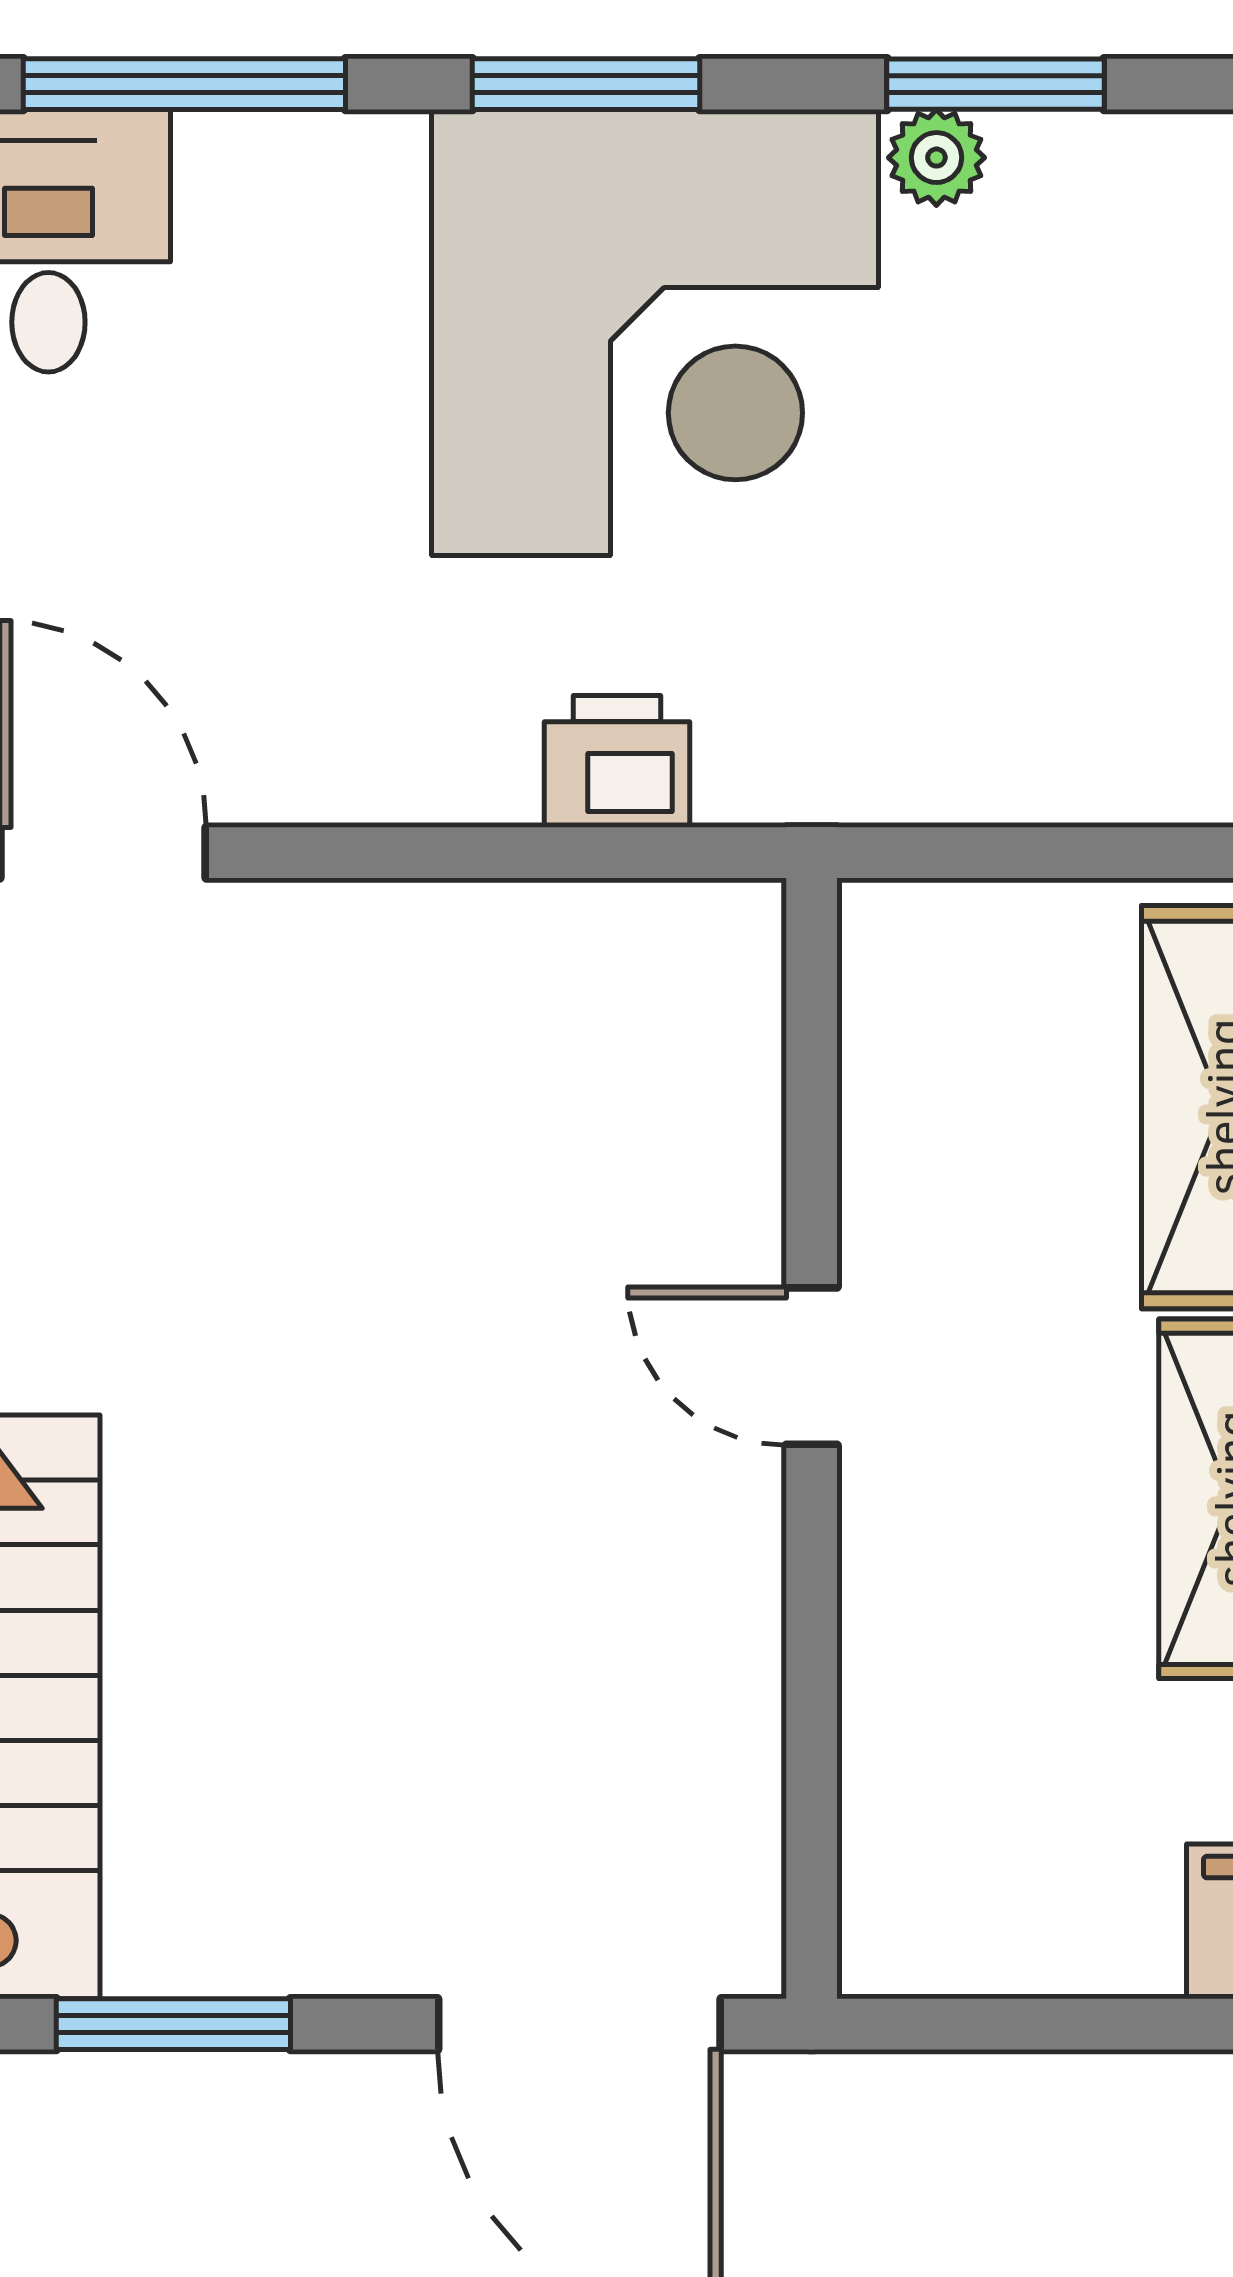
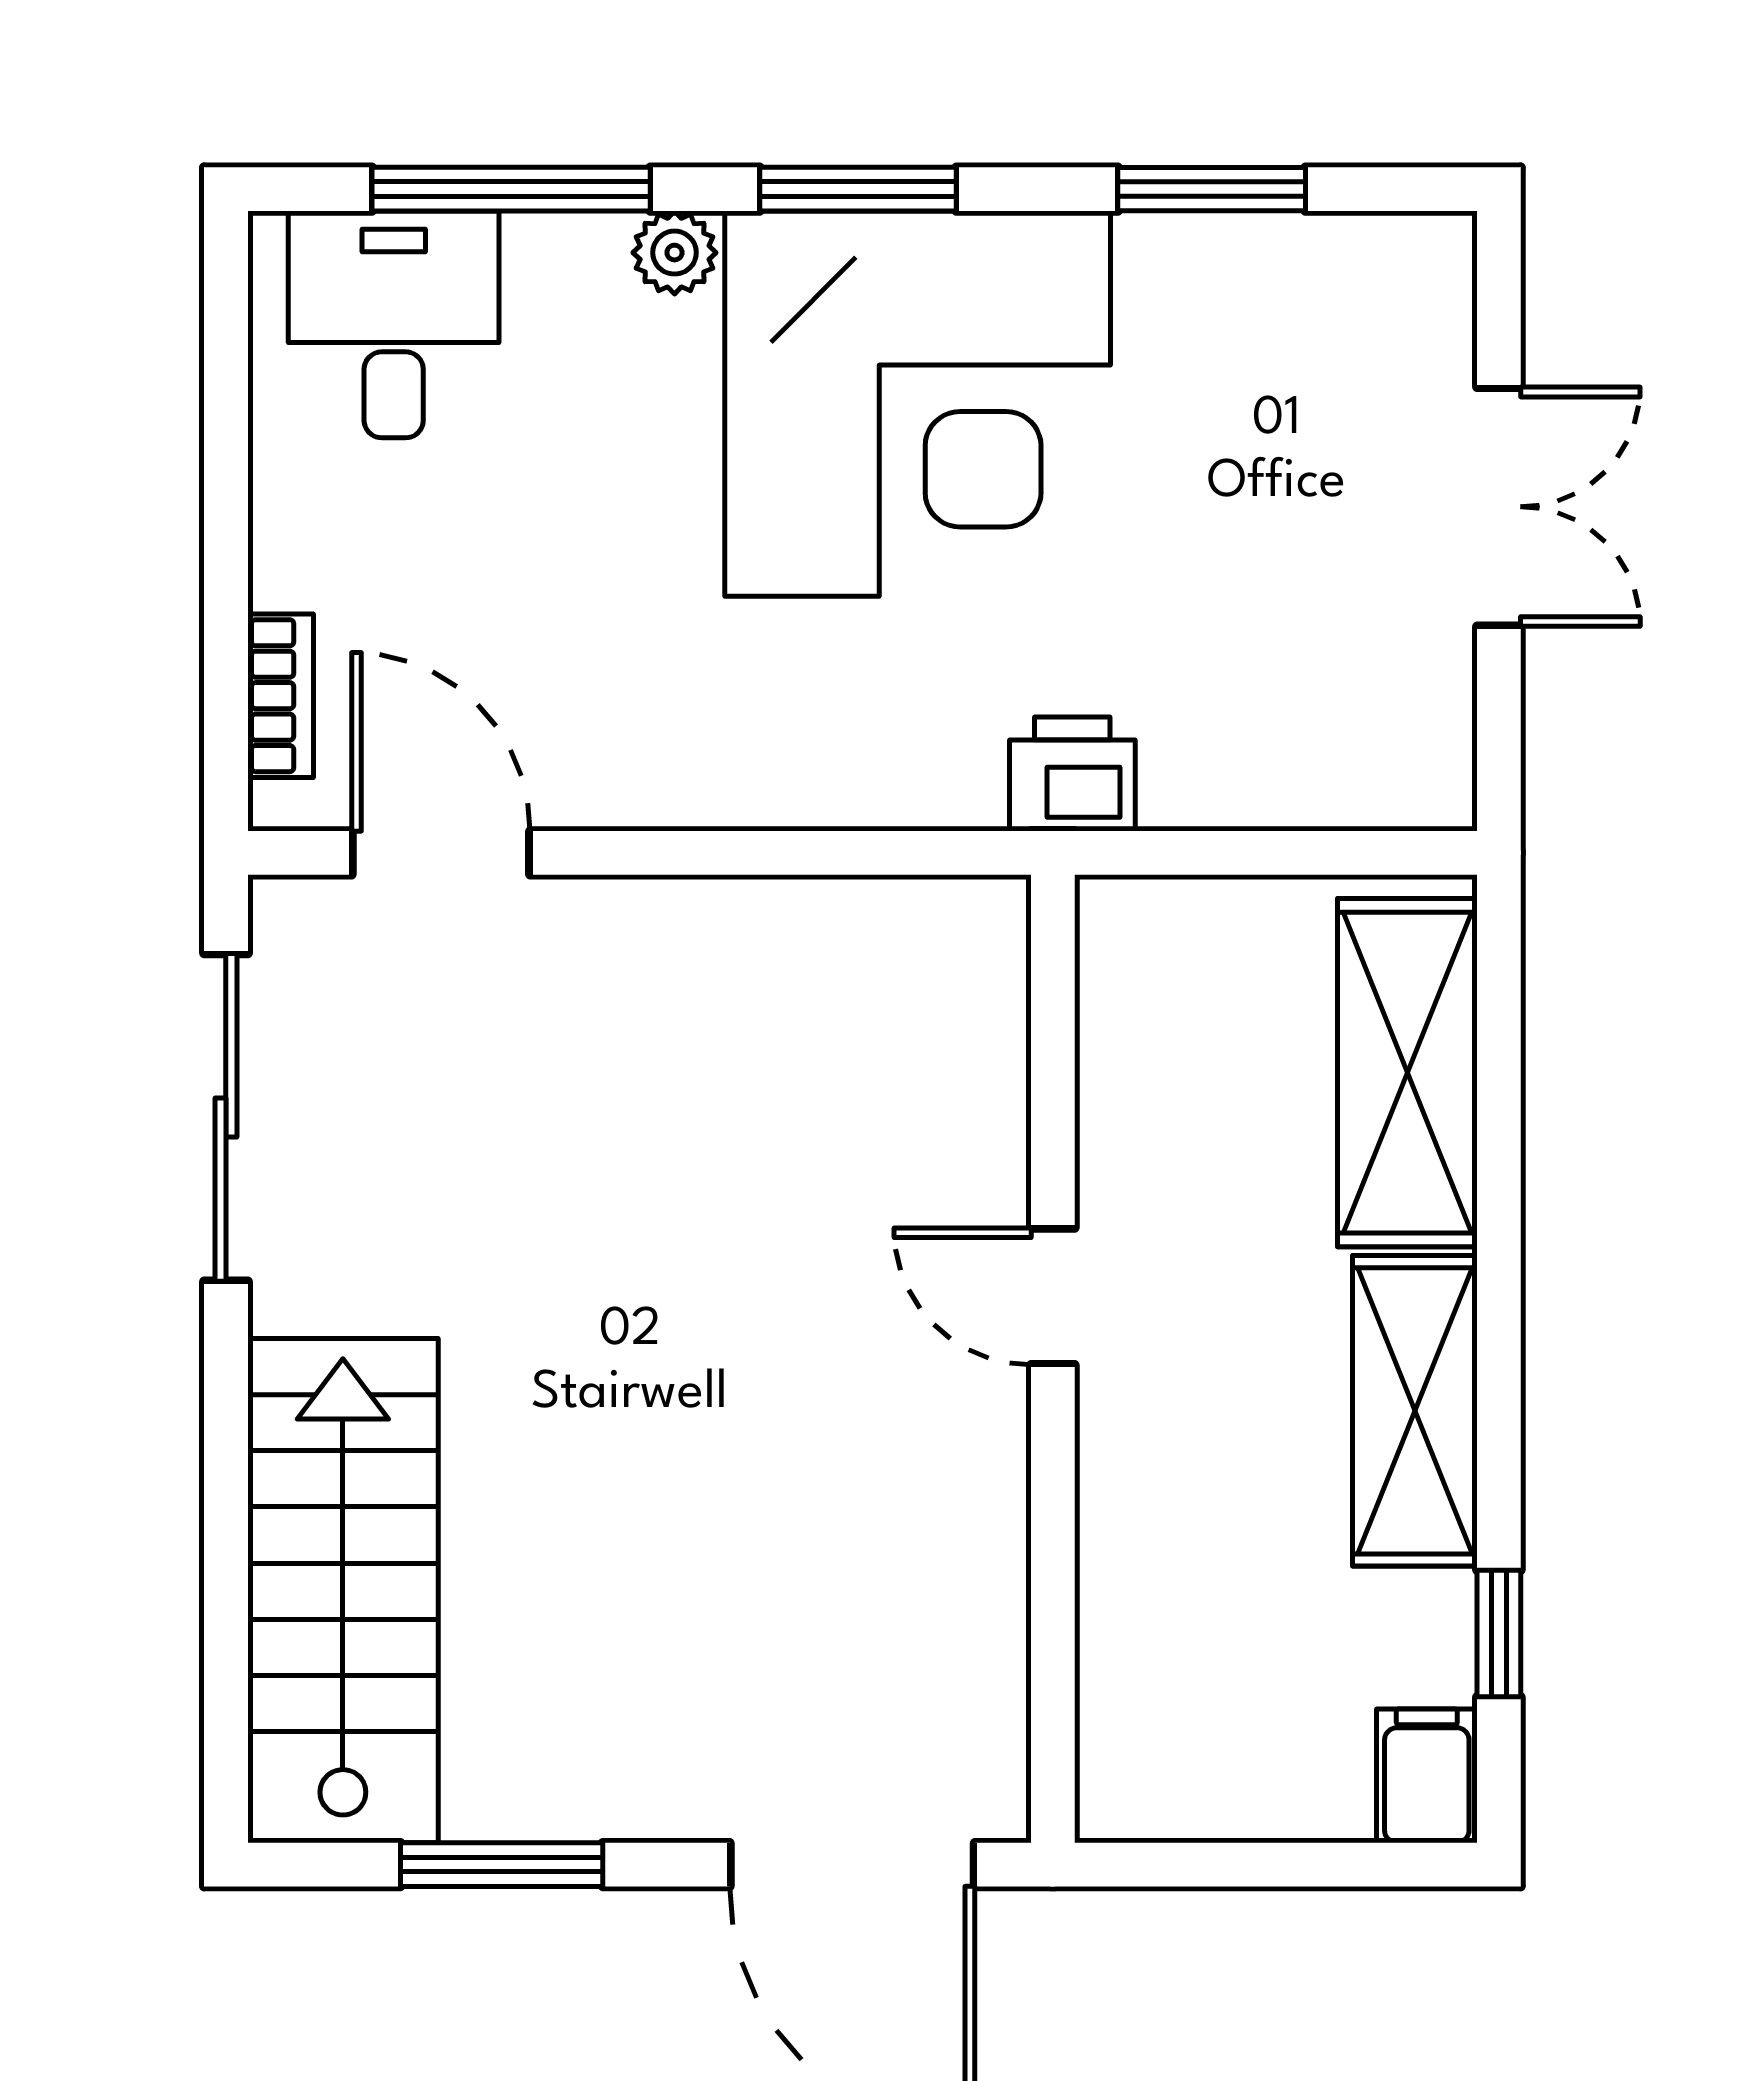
plant: (936, 158) -> (675, 253), moved
printer: (617, 761) -> (1072, 774), moved

